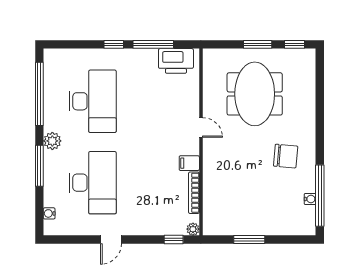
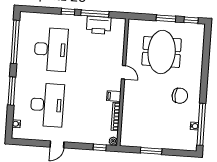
printer: (176, 61) -> (99, 25), moved
plant: (52, 141) -> (22, 75), removed

